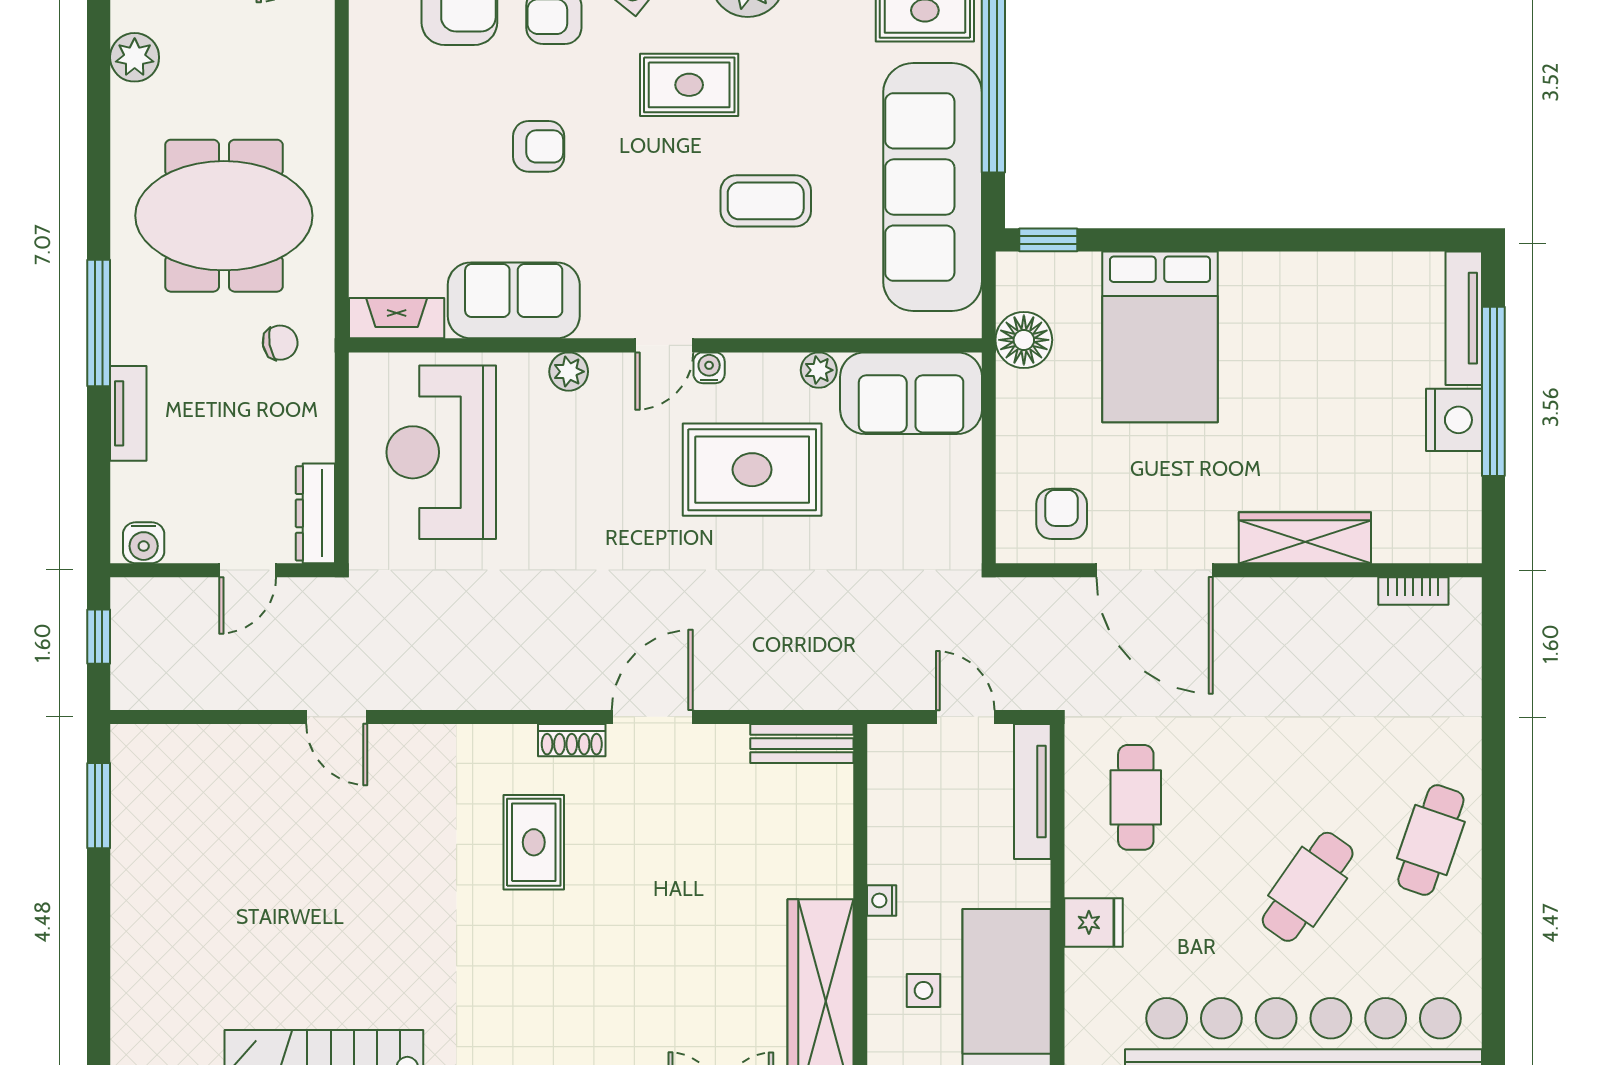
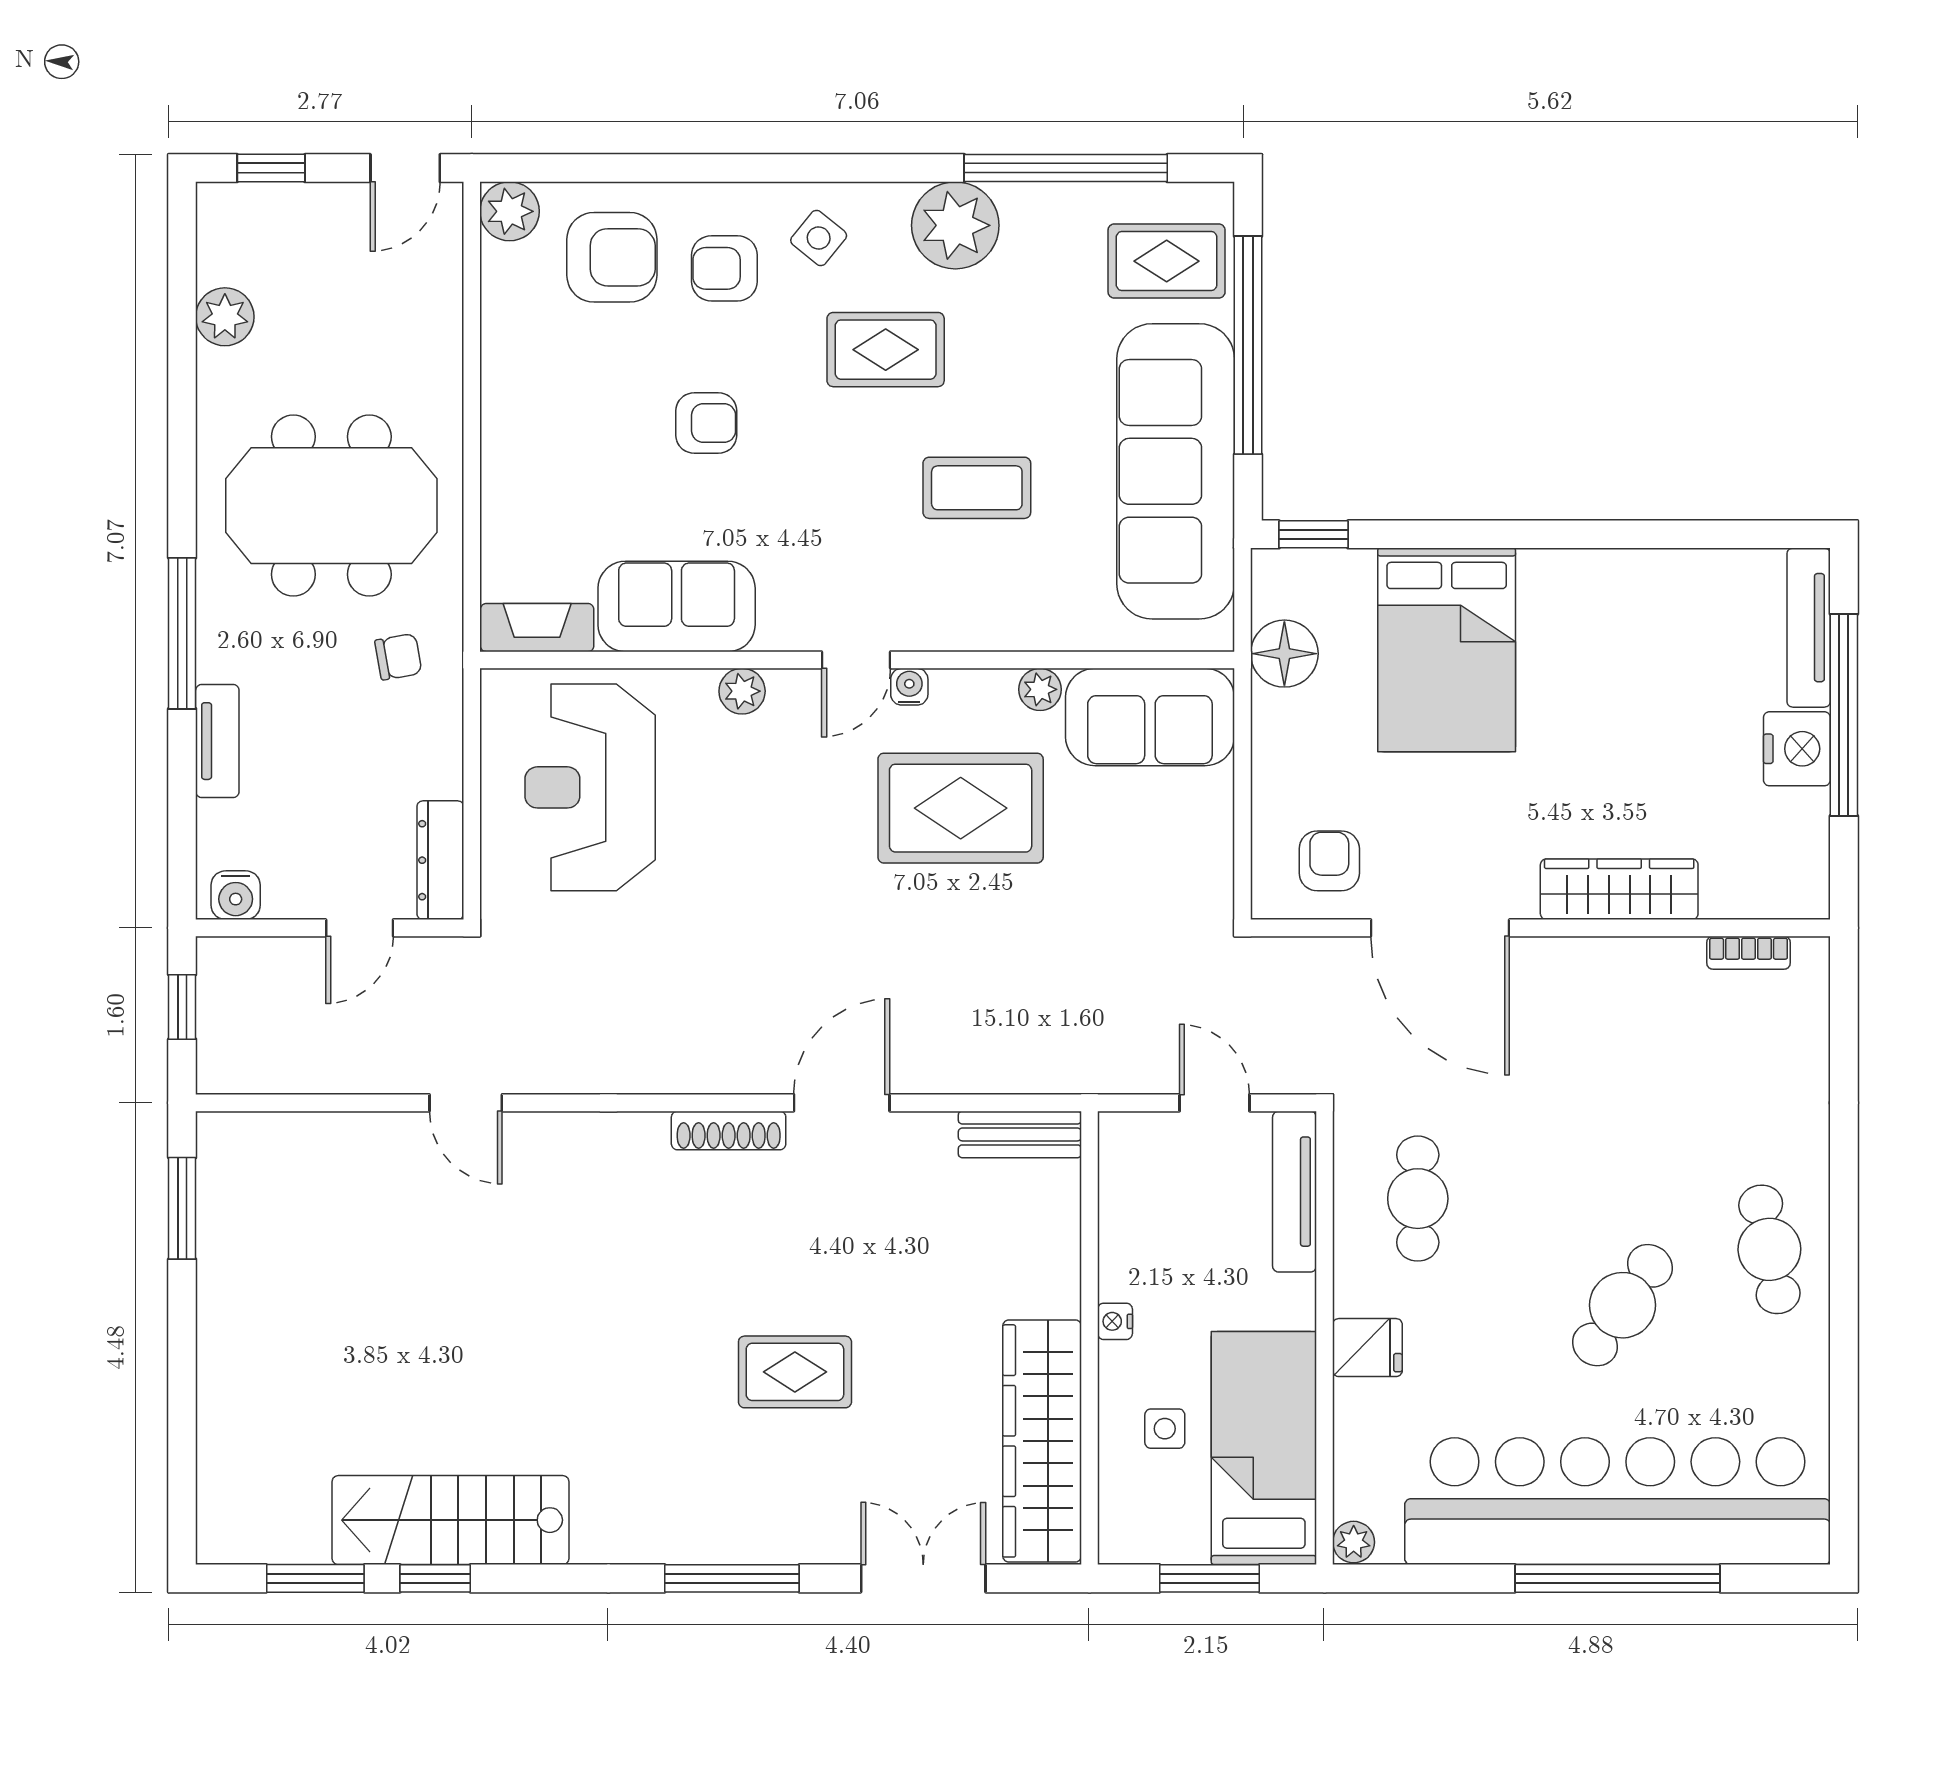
shoe rack: (572, 740) -> (729, 1130), width x1.43
cafe table: (1431, 840) -> (1769, 1249), turned -30
rug: (534, 842) -> (795, 1372), moved, turned 90

